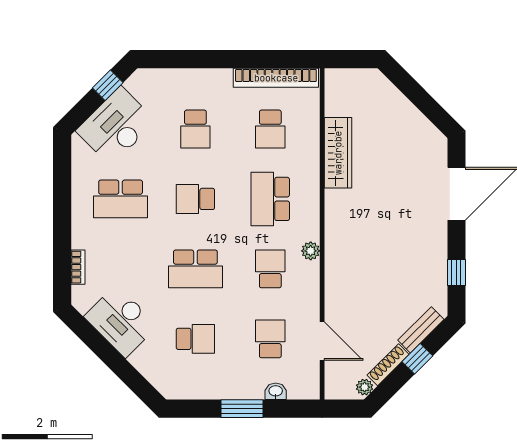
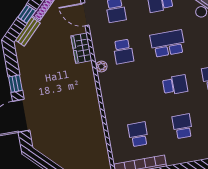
wardrobe: (338, 153) -> (81, 48), moved, width x0.67
school desk: (270, 199) -> (131, 93), removed
window: (456, 273) -> (15, 84), moved

